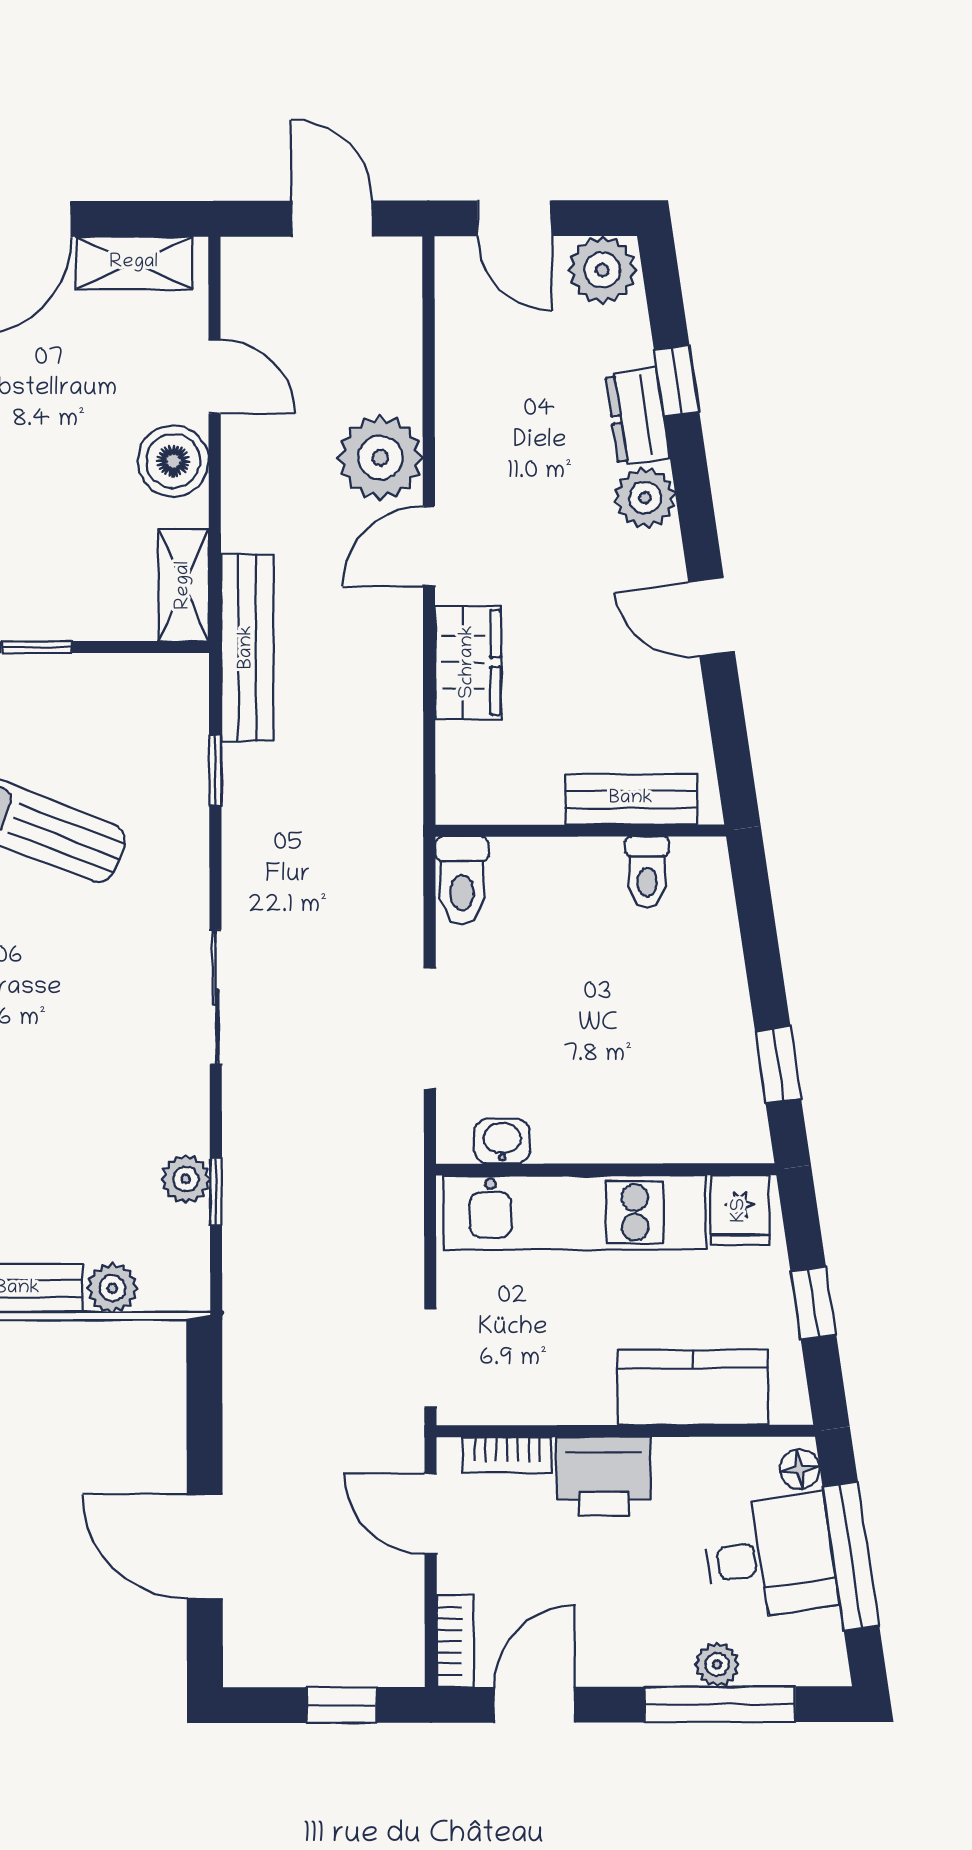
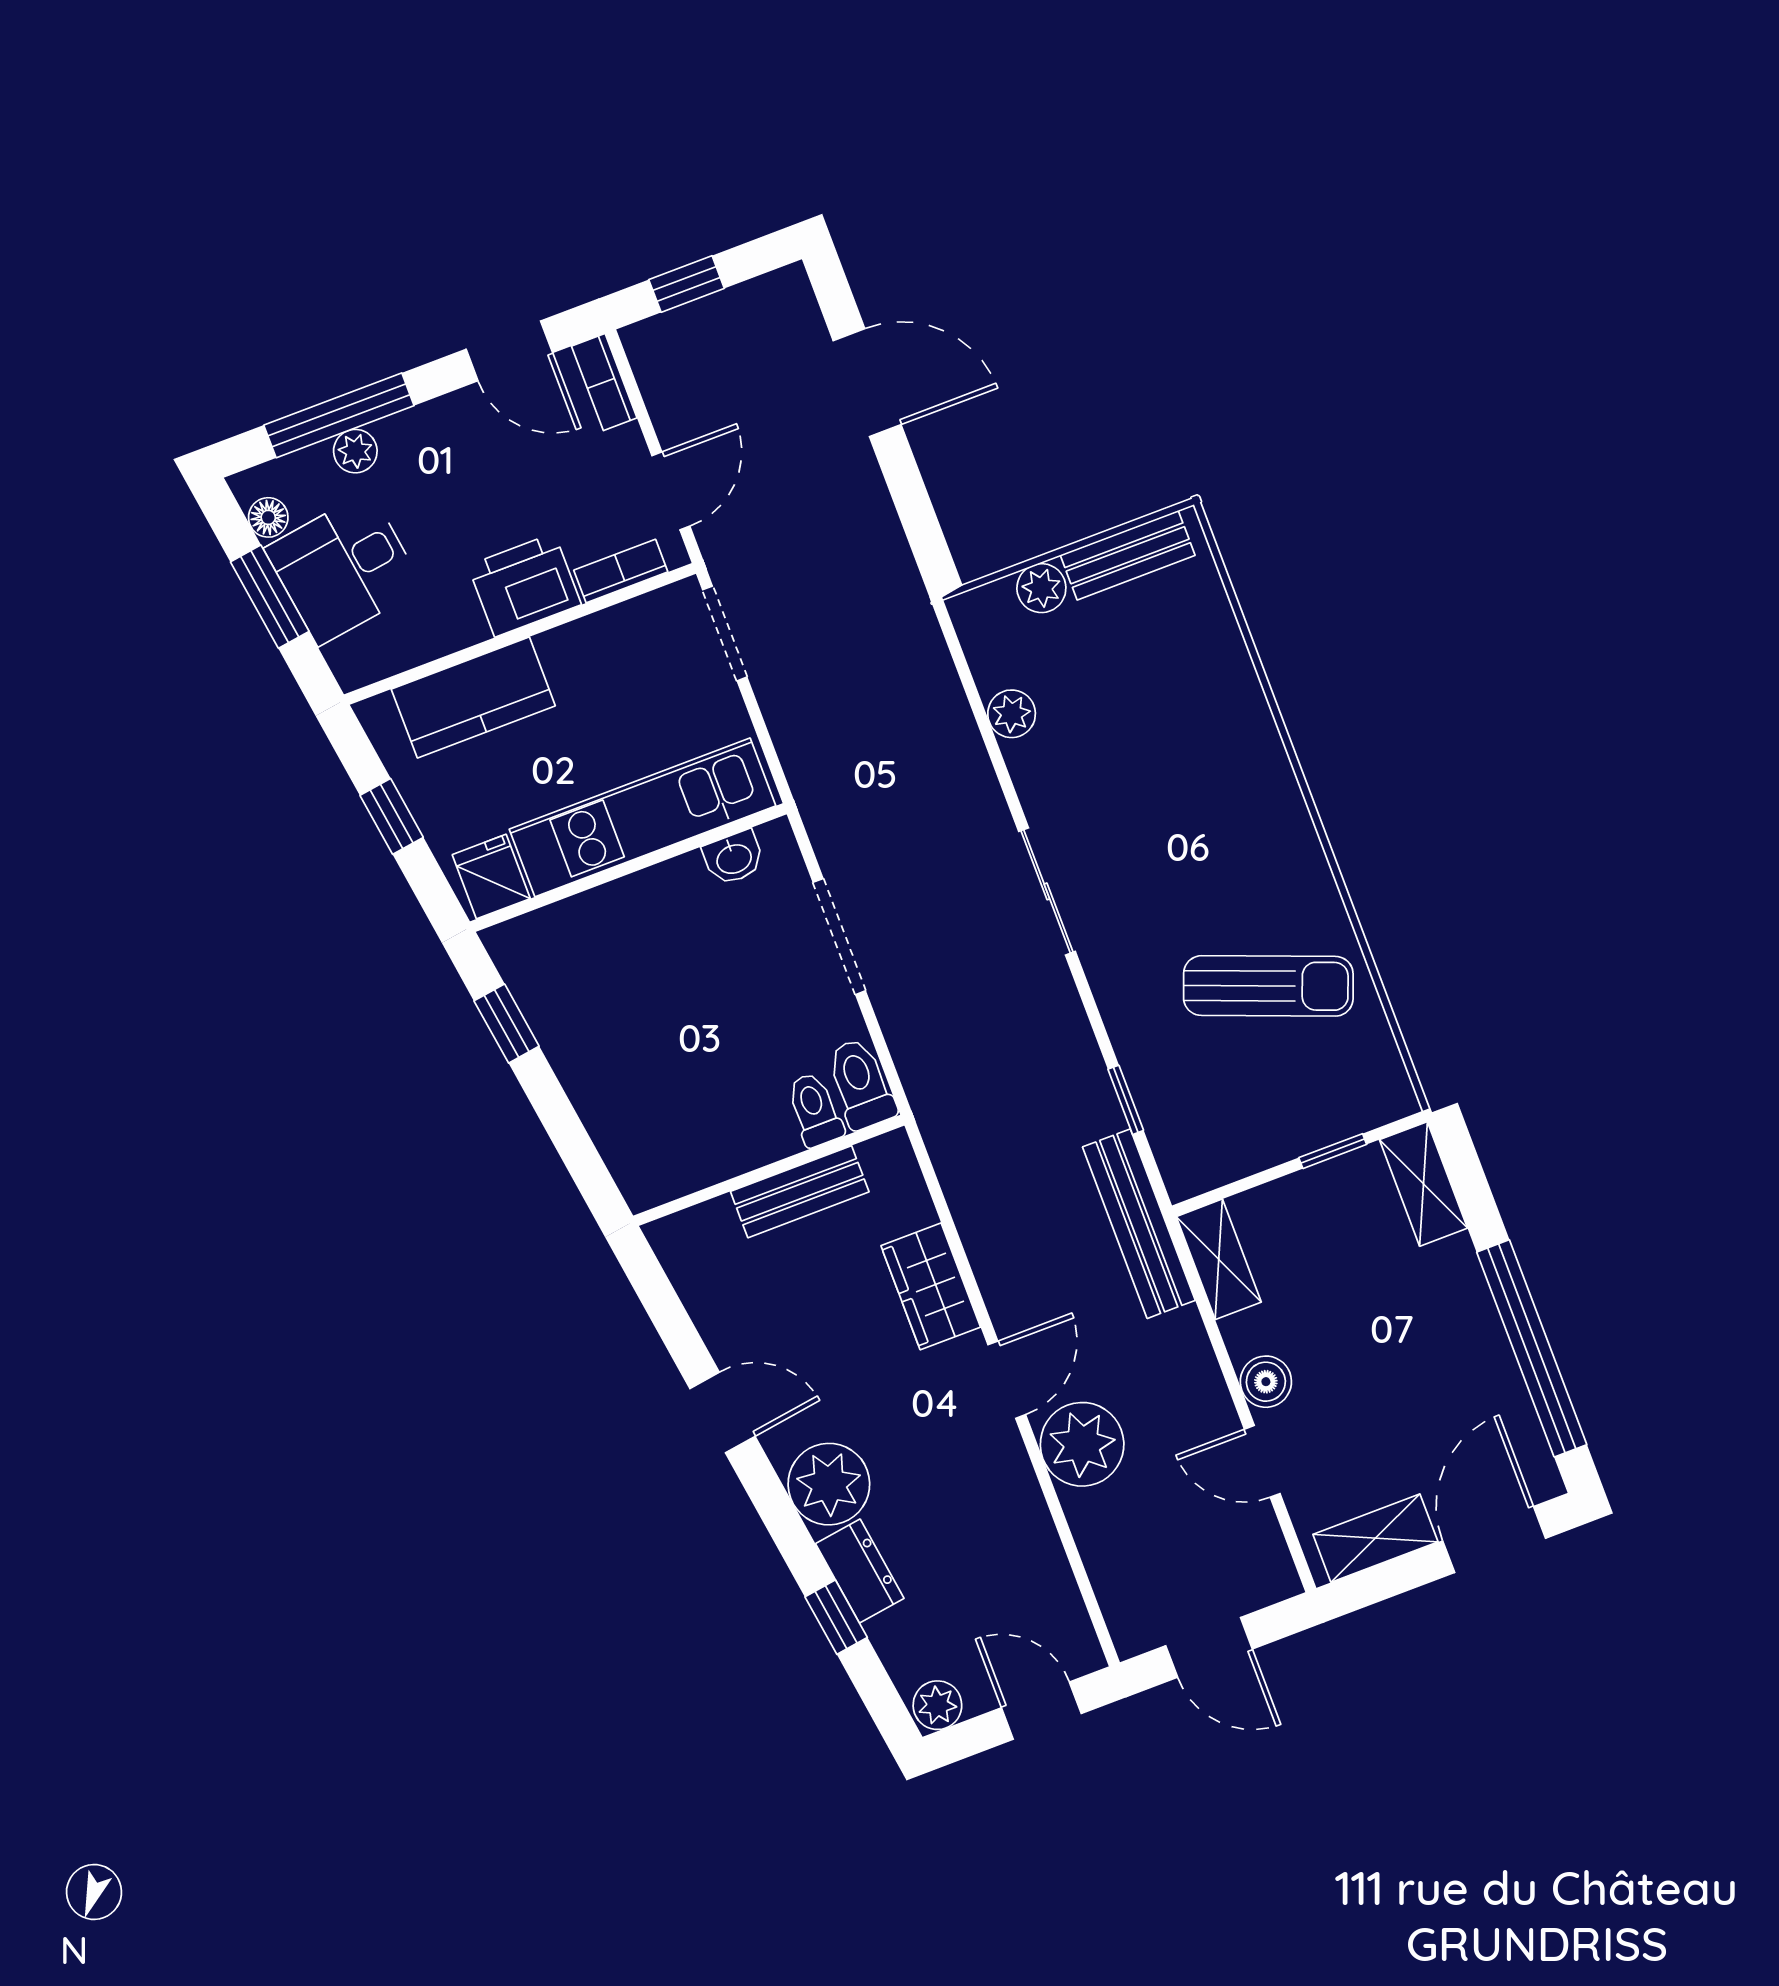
plant: (602, 270) -> (937, 1705), width x0.73, depth x0.73
boiler: (173, 461) -> (1266, 1382), width x0.73, depth x0.73
plant: (645, 498) -> (829, 1484), width x1.36, depth x1.36
bench: (631, 799) -> (800, 1192), moved
toilet: (647, 872) -> (815, 1110), moved
window: (216, 1192) -> (979, 712), removed
floor lamp: (800, 1469) -> (268, 517), moved
door: (431, 1514) -> (671, 491), hinge flipped
window: (851, 1556) -> (270, 597), width x0.69
door: (534, 1705) -> (509, 351), hinge flipped

